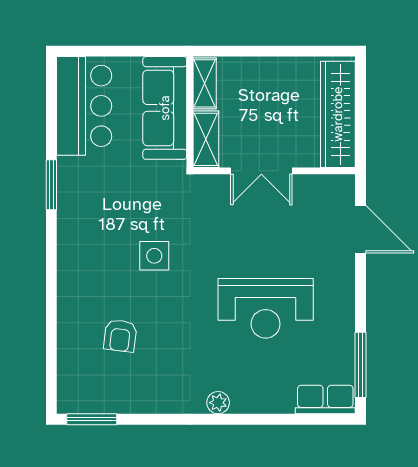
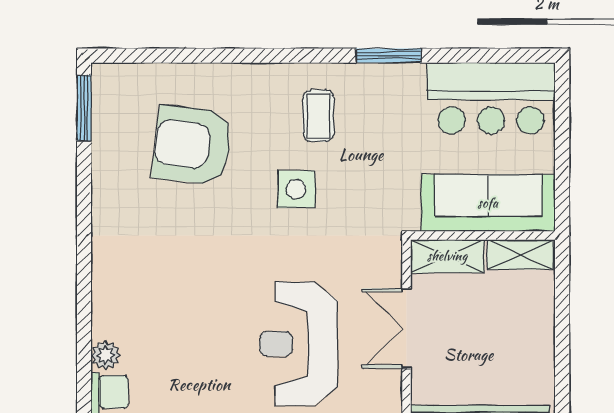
coffee table: (98, 239) -> (318, 116), added
reception desk: (266, 308) -> (299, 344), moved
armchair: (120, 336) -> (192, 145), width x1.88, depth x1.88
plant: (218, 403) -> (106, 355), moved

